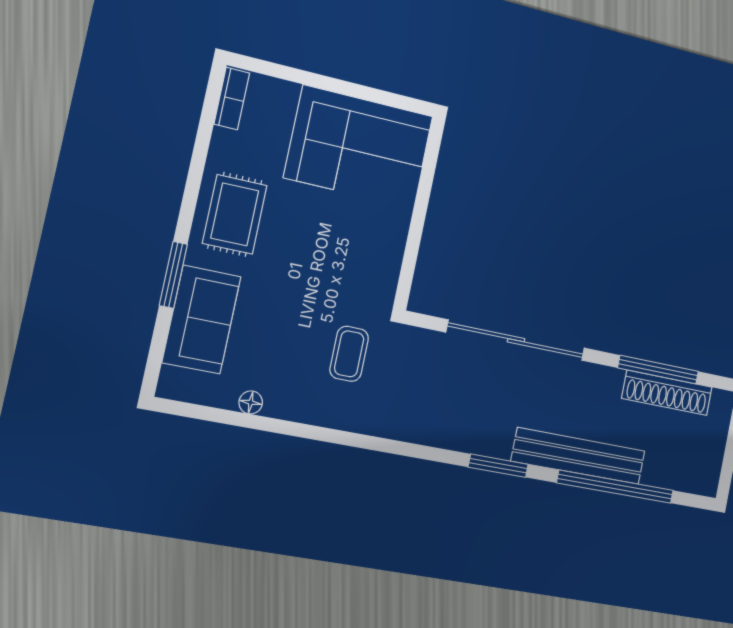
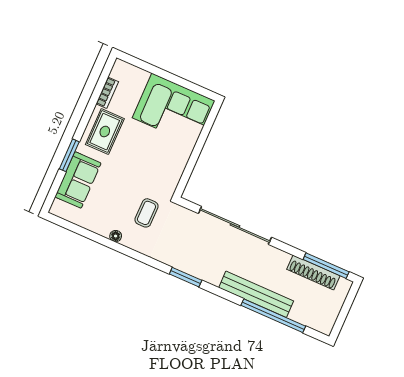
bookcase: (232, 99) -> (107, 93), moved
window: (658, 370) -> (326, 266), moved
floor lamp: (251, 402) -> (116, 236), moved
window: (498, 466) -> (186, 277), moved

